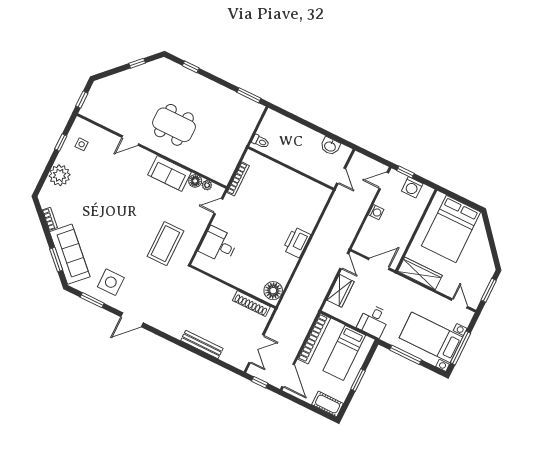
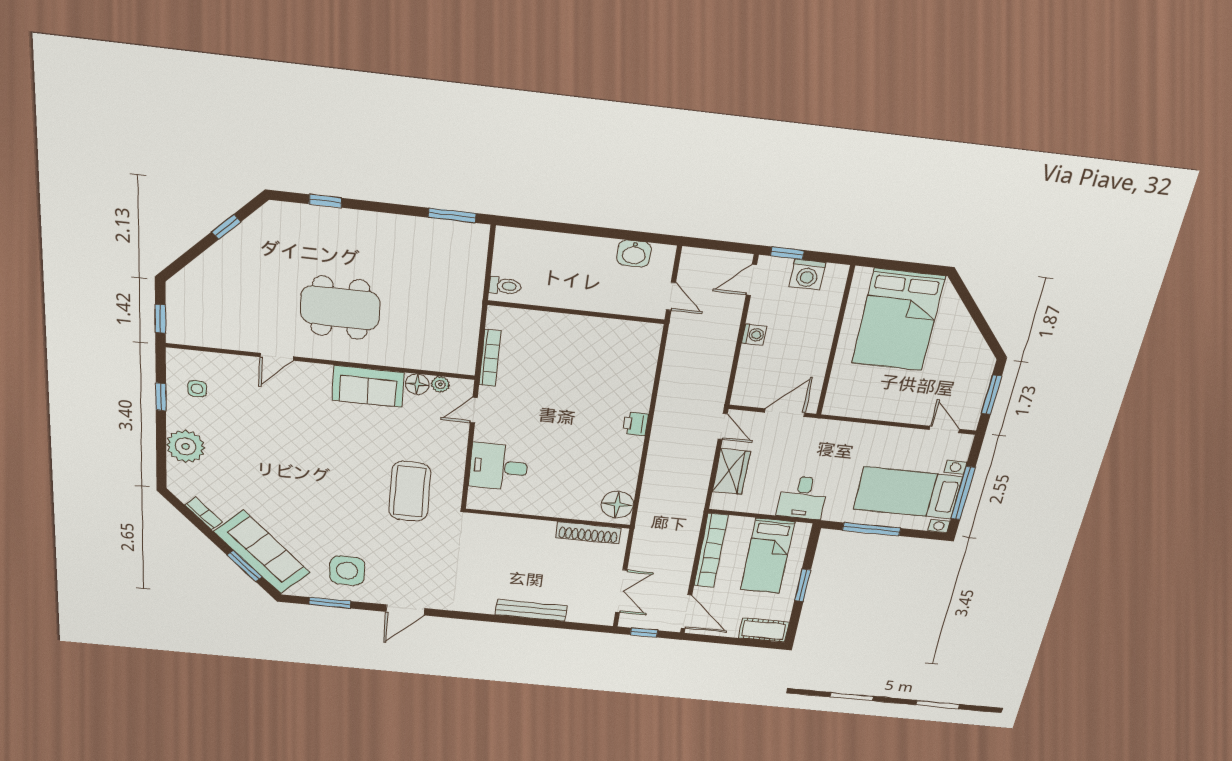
printer: (297, 242) -> (635, 424), width x0.53, depth x0.68
wardrobe: (420, 273) -> (862, 406), removed

